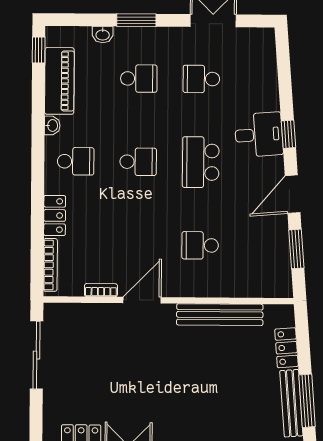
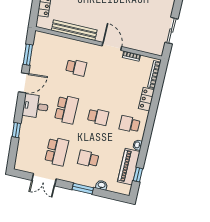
window: (39, 50) -> (138, 175), moved
school desk: (201, 79) -> (57, 151), width x1.85
window: (288, 134) -> (16, 130), moved
desk: (259, 135) -> (36, 106), moved
school desk: (138, 162) -> (98, 117), turned 180
door: (142, 300) -> (112, 46), swing flipped
sliding door: (36, 355) -> (171, 31), width x0.73

